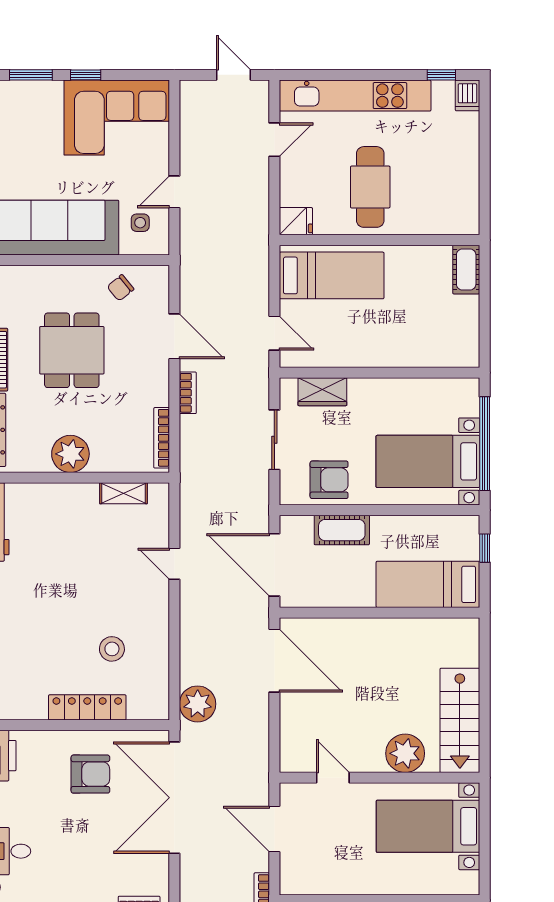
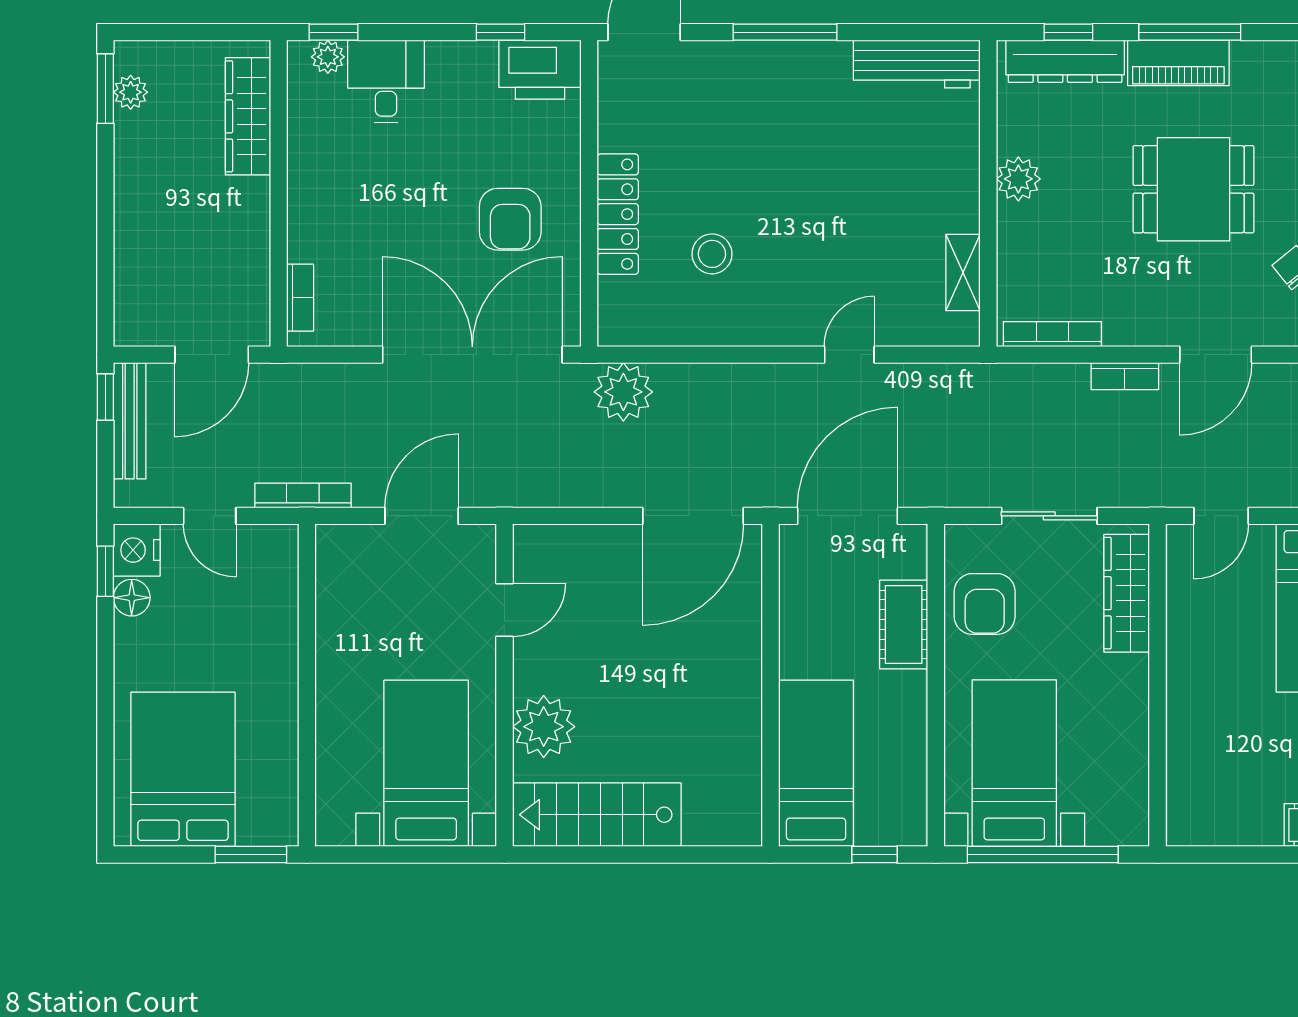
wardrobe: (322, 392) -> (1127, 593), width x1.50
plant: (70, 454) -> (1018, 179), width x0.73, depth x0.73

